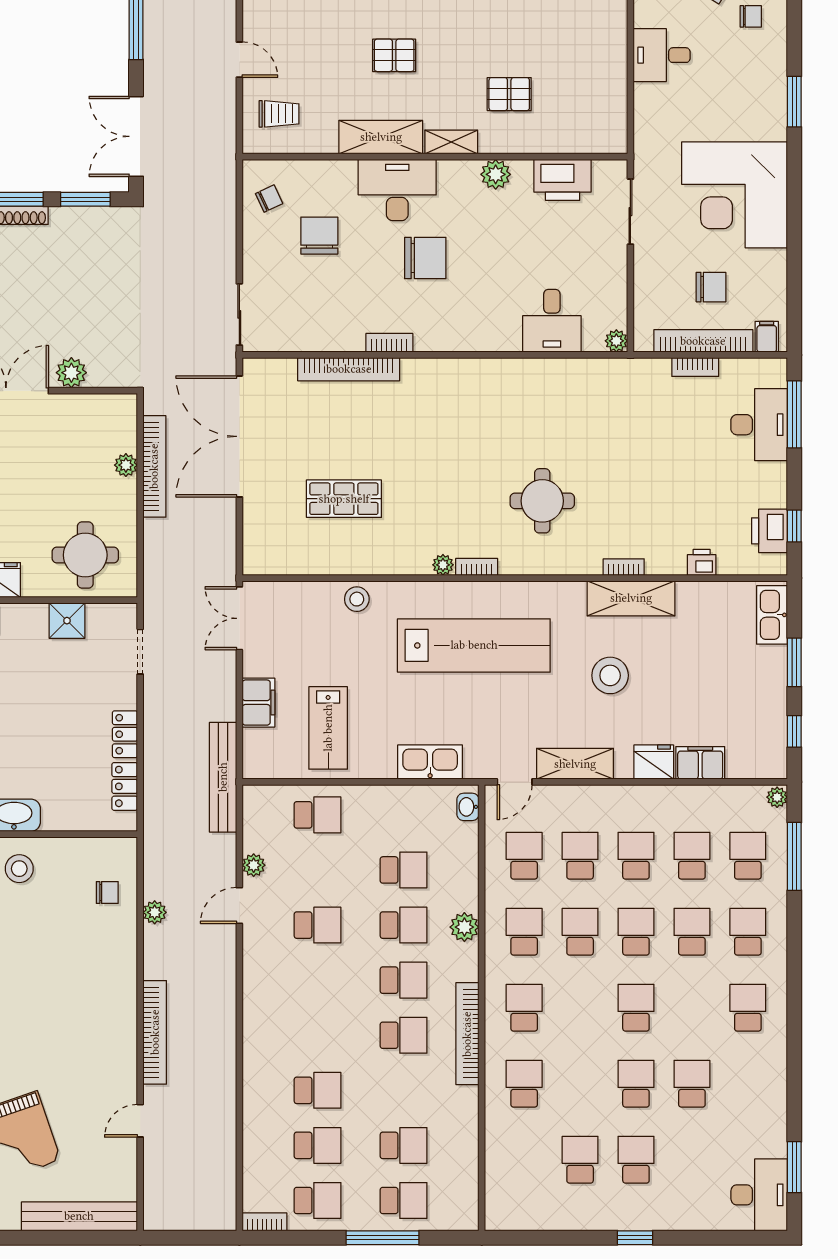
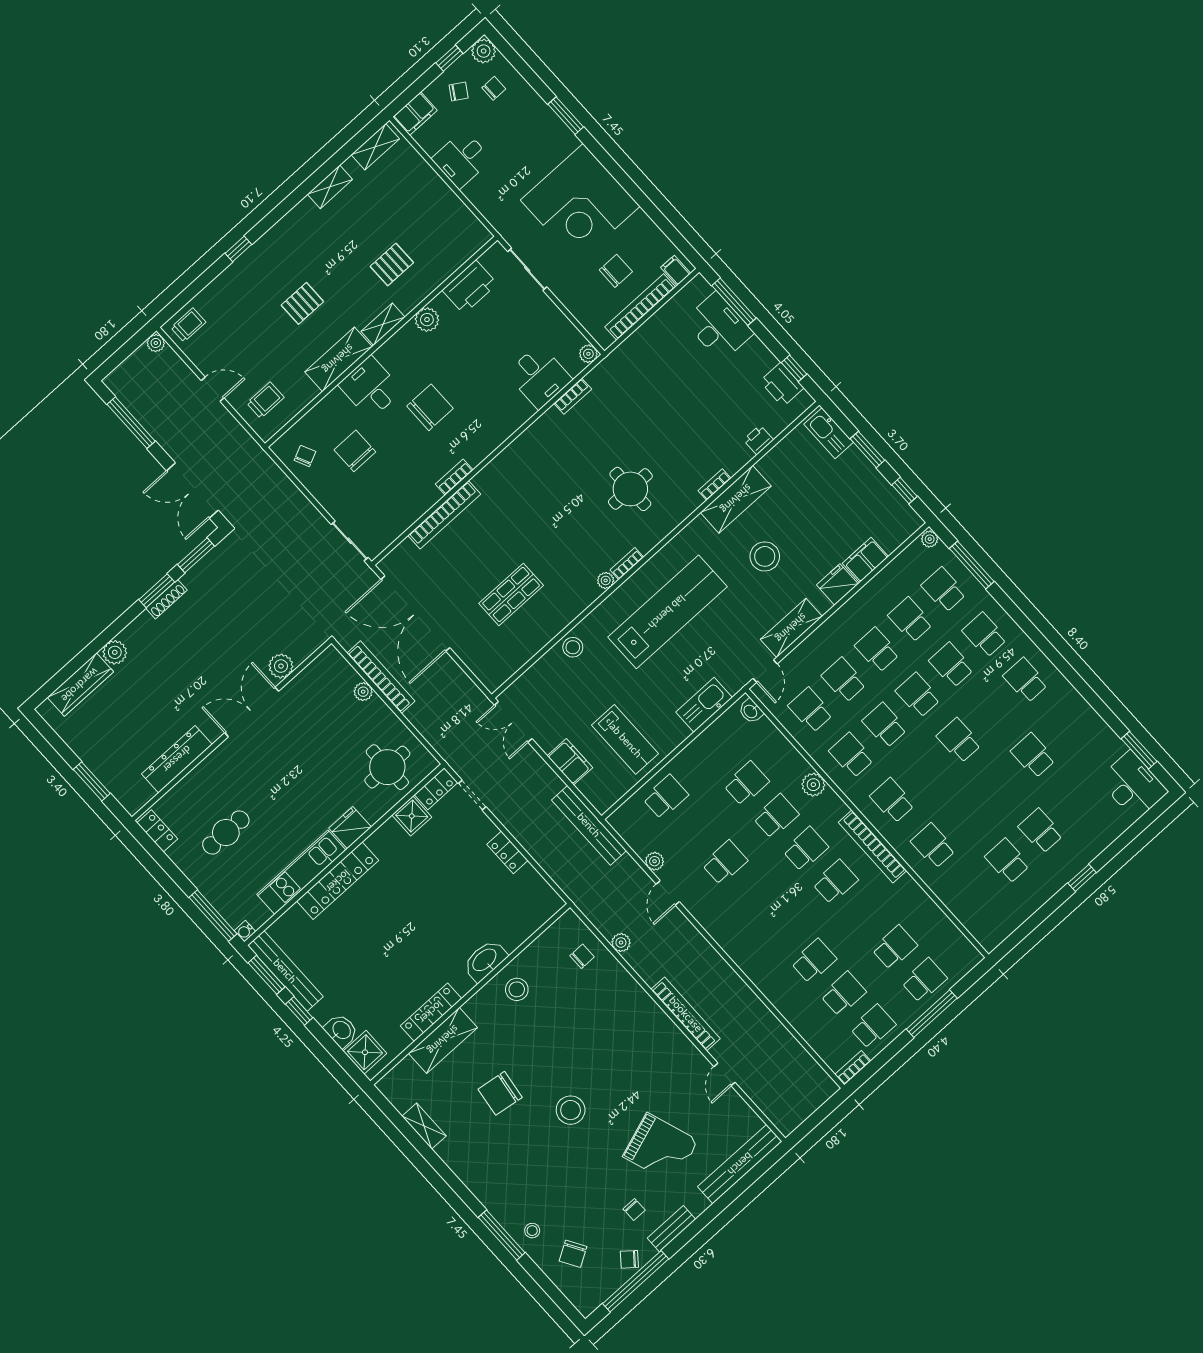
desk: (397, 190) -> (370, 388), width x0.73
bookcase: (695, 367) -> (573, 396), moved
locker: (125, 786) -> (436, 789), moved, turned -90
school desk: (636, 1084) -> (1000, 786), removed

